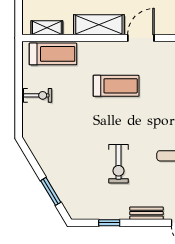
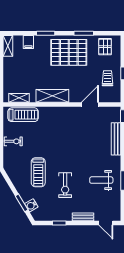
door: (141, 38) -> (90, 104), moved
treadmill: (116, 86) -> (38, 172), moved, turned 90
water cooler: (66, 195) -> (31, 205), added

